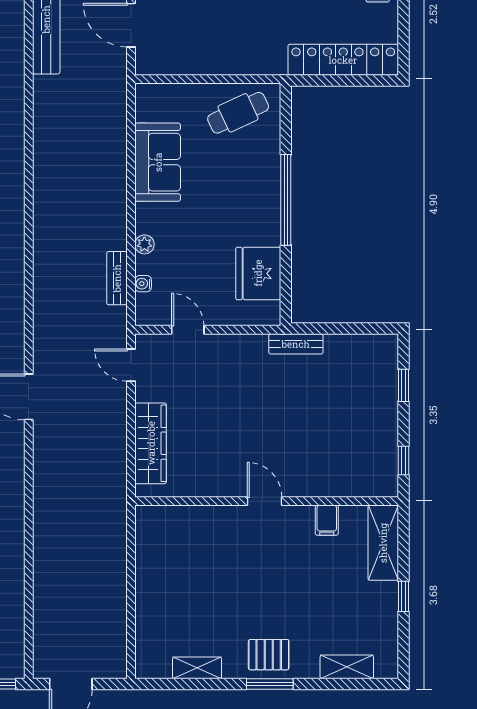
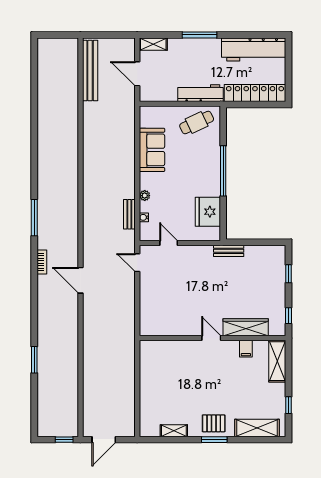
workbench: (245, 60) -> (200, 93), added
wardrobe: (151, 443) -> (246, 327), moved, turned -90
window: (403, 596) -> (288, 405), moved
shelving: (347, 667) -> (257, 428), width x1.50, depth x1.33

